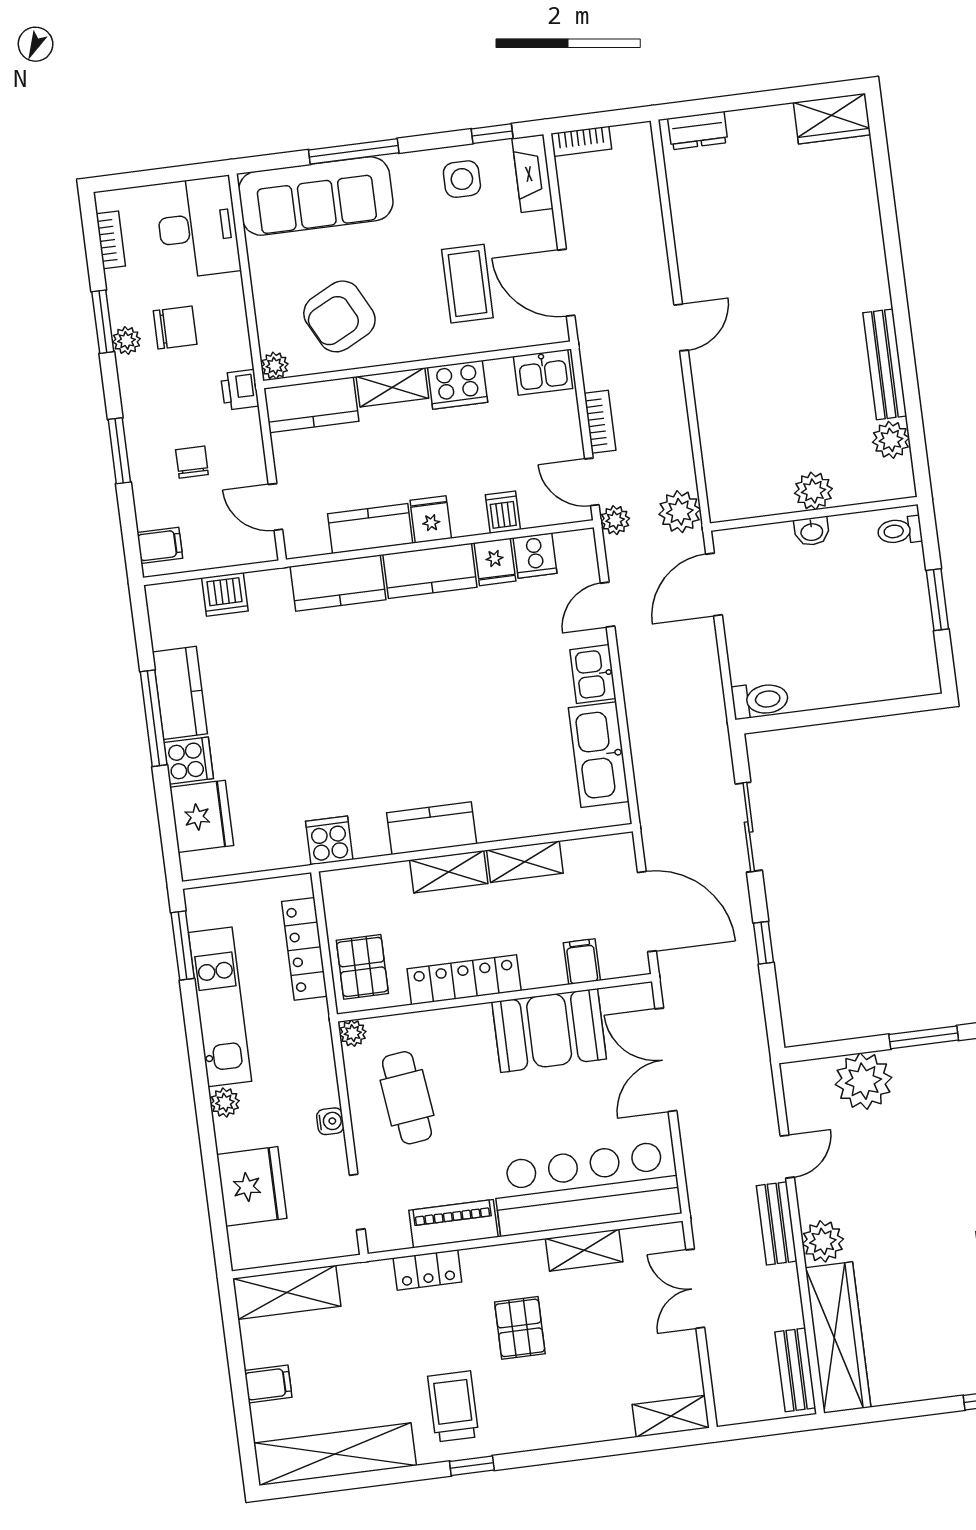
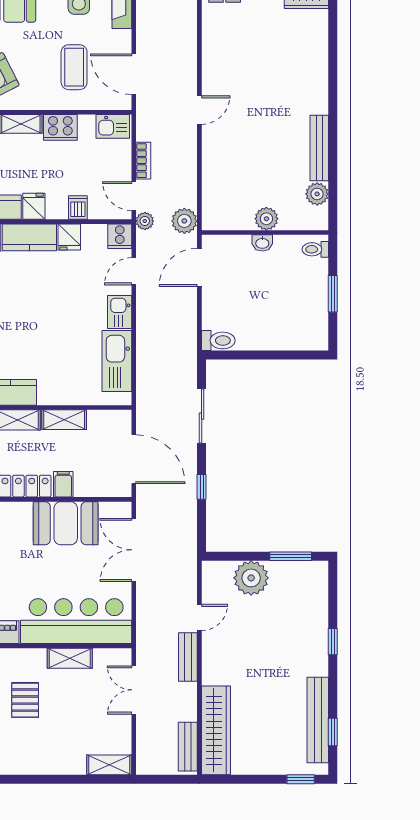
cooker: (535, 556) -> (120, 236), moved
filing cabinet: (582, 962) -> (63, 484), moved
plant: (823, 1241) -> (214, 671), removed

